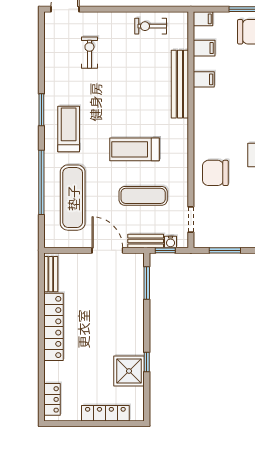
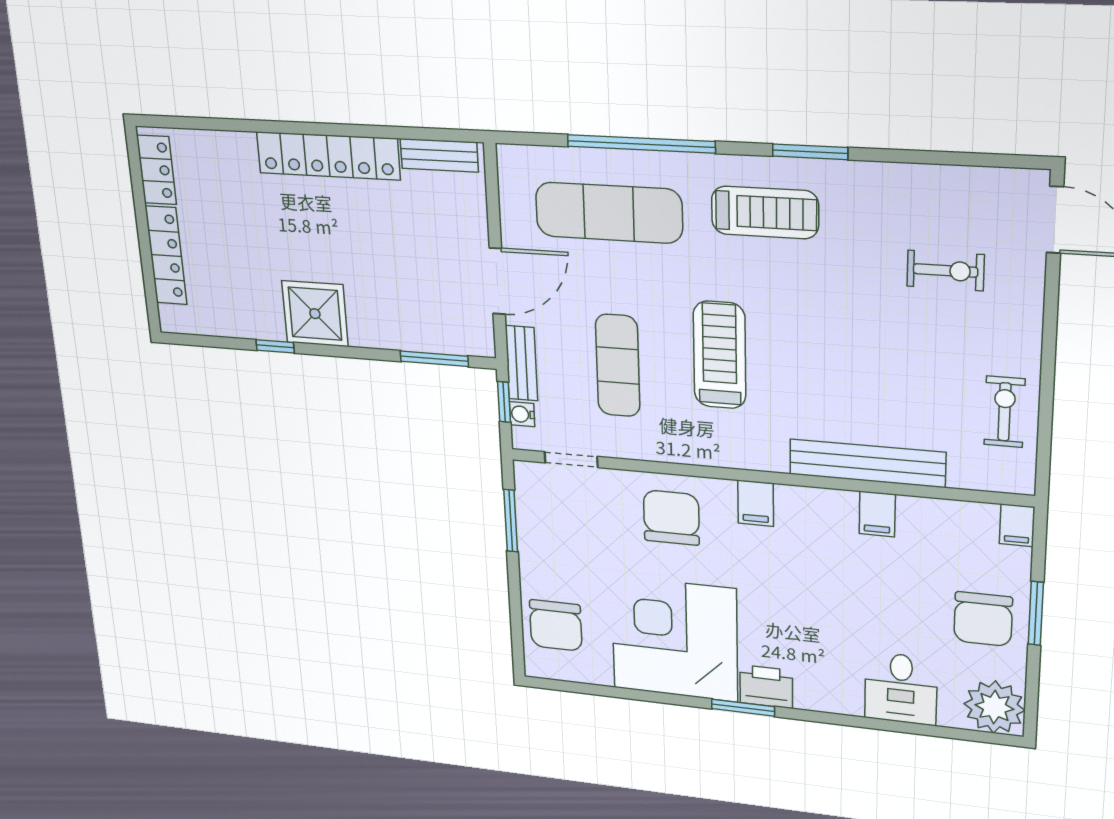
filing cabinet: (204, 48) -> (756, 503), moved
shower: (129, 371) -> (315, 314), moved
locker: (52, 399) -> (156, 170), moved, turned -90

